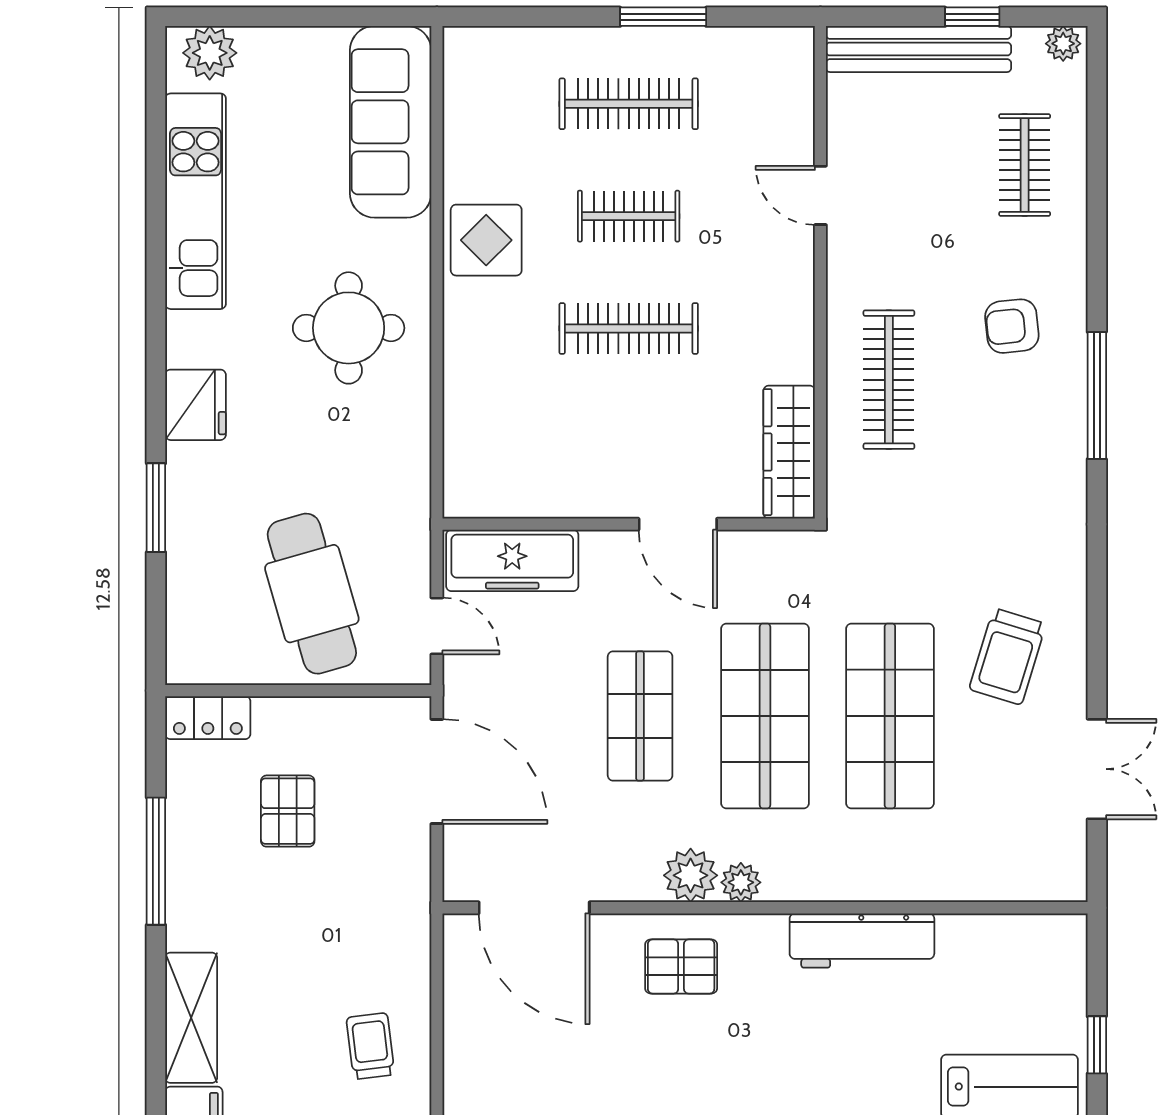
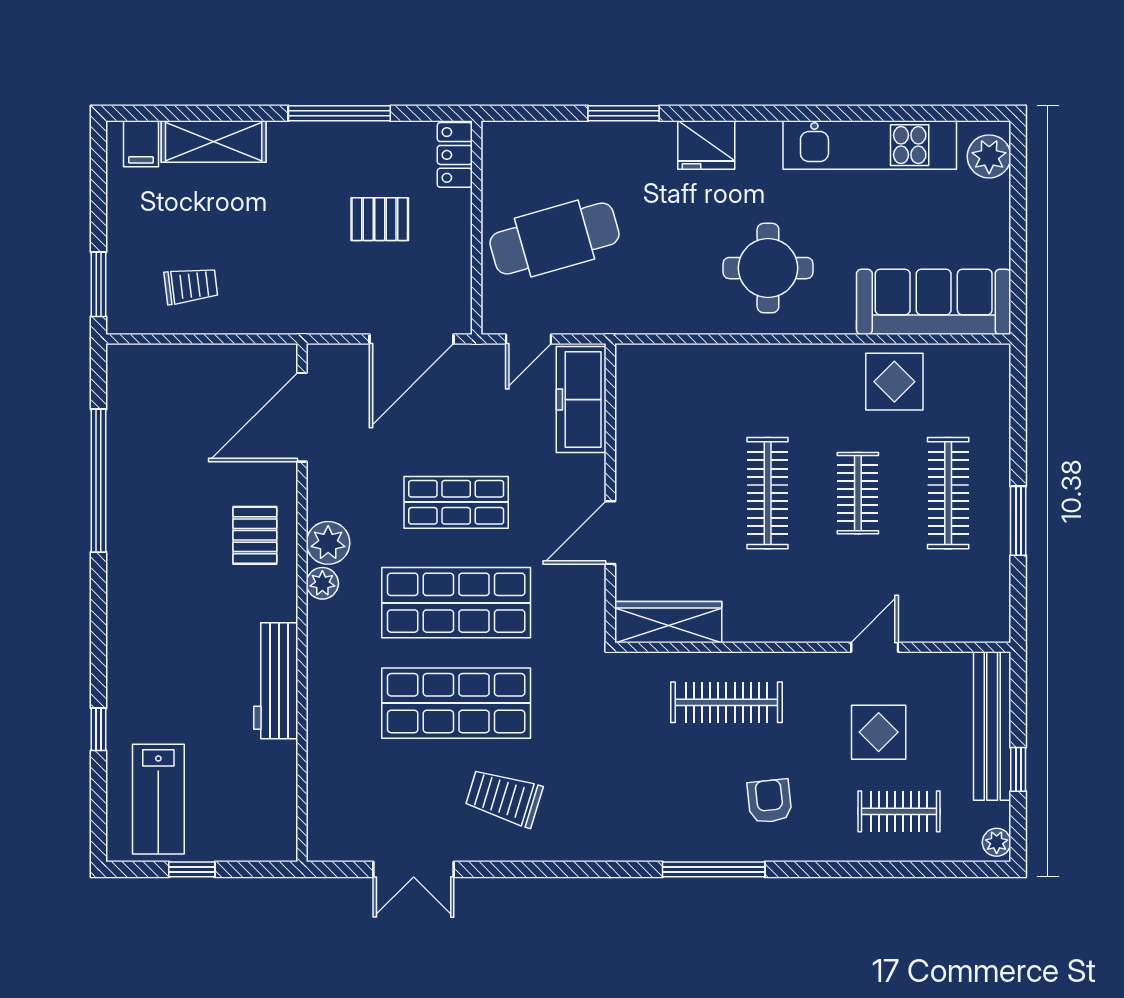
display table: (926, 190) -> (879, 732), added
display table: (486, 240) -> (894, 382), moved

